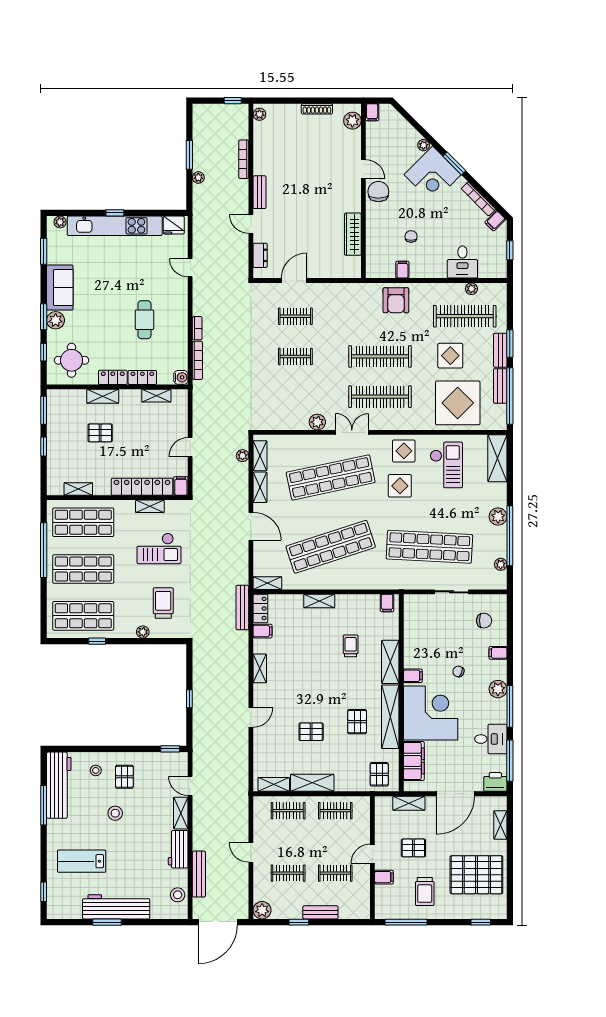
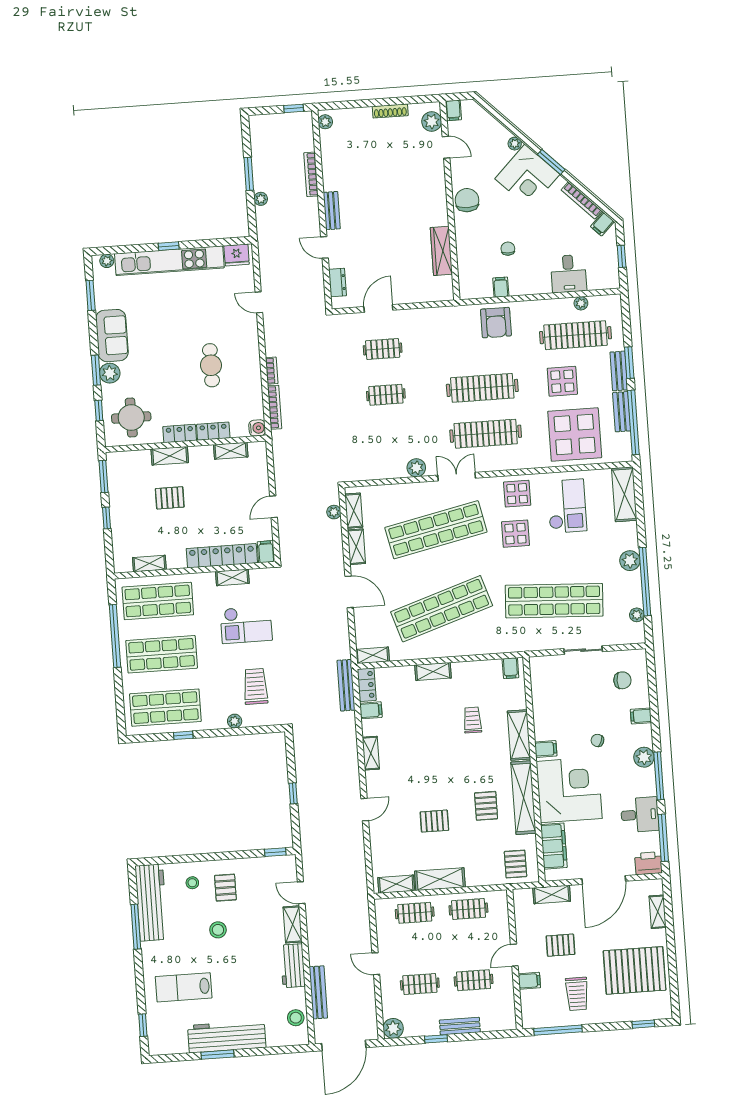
door: (363, 169) -> (446, 147), moved

